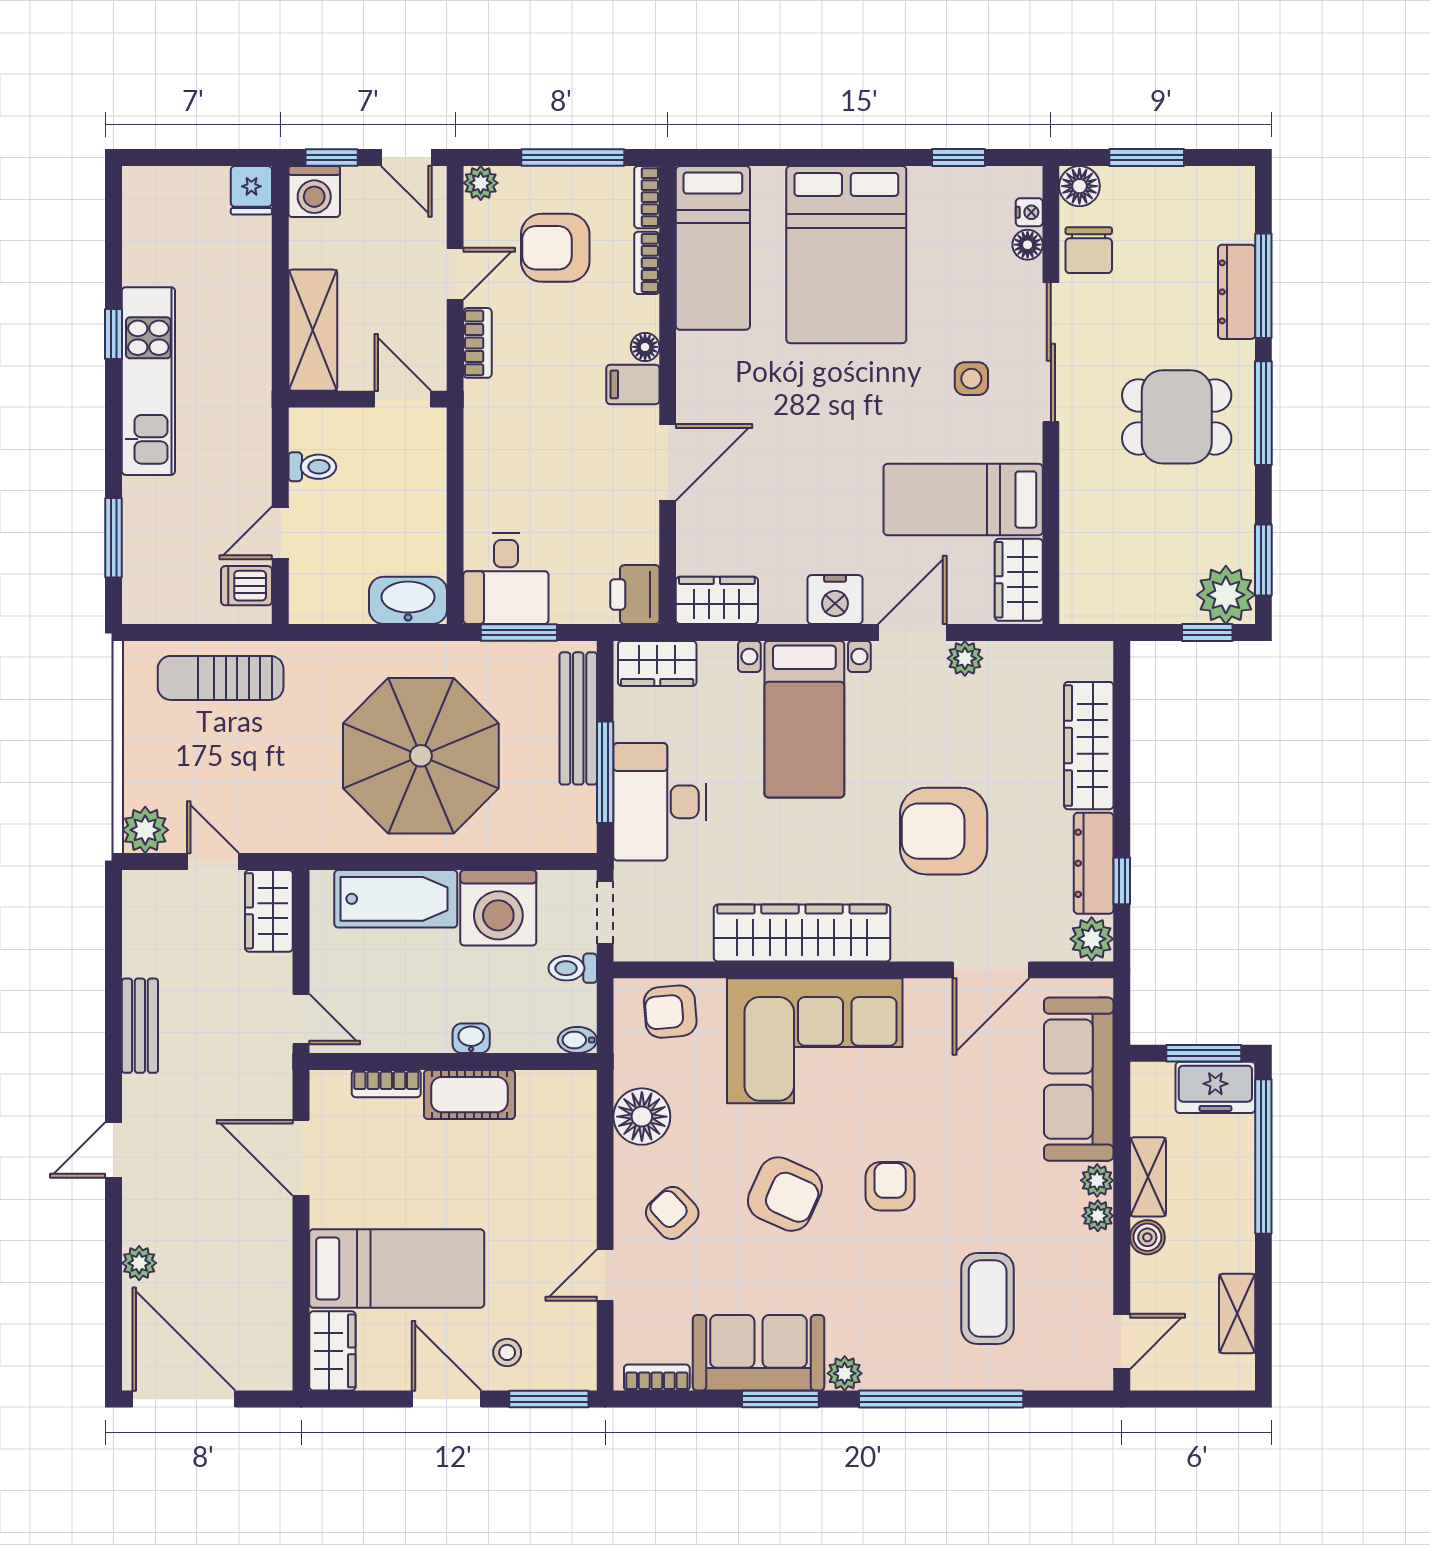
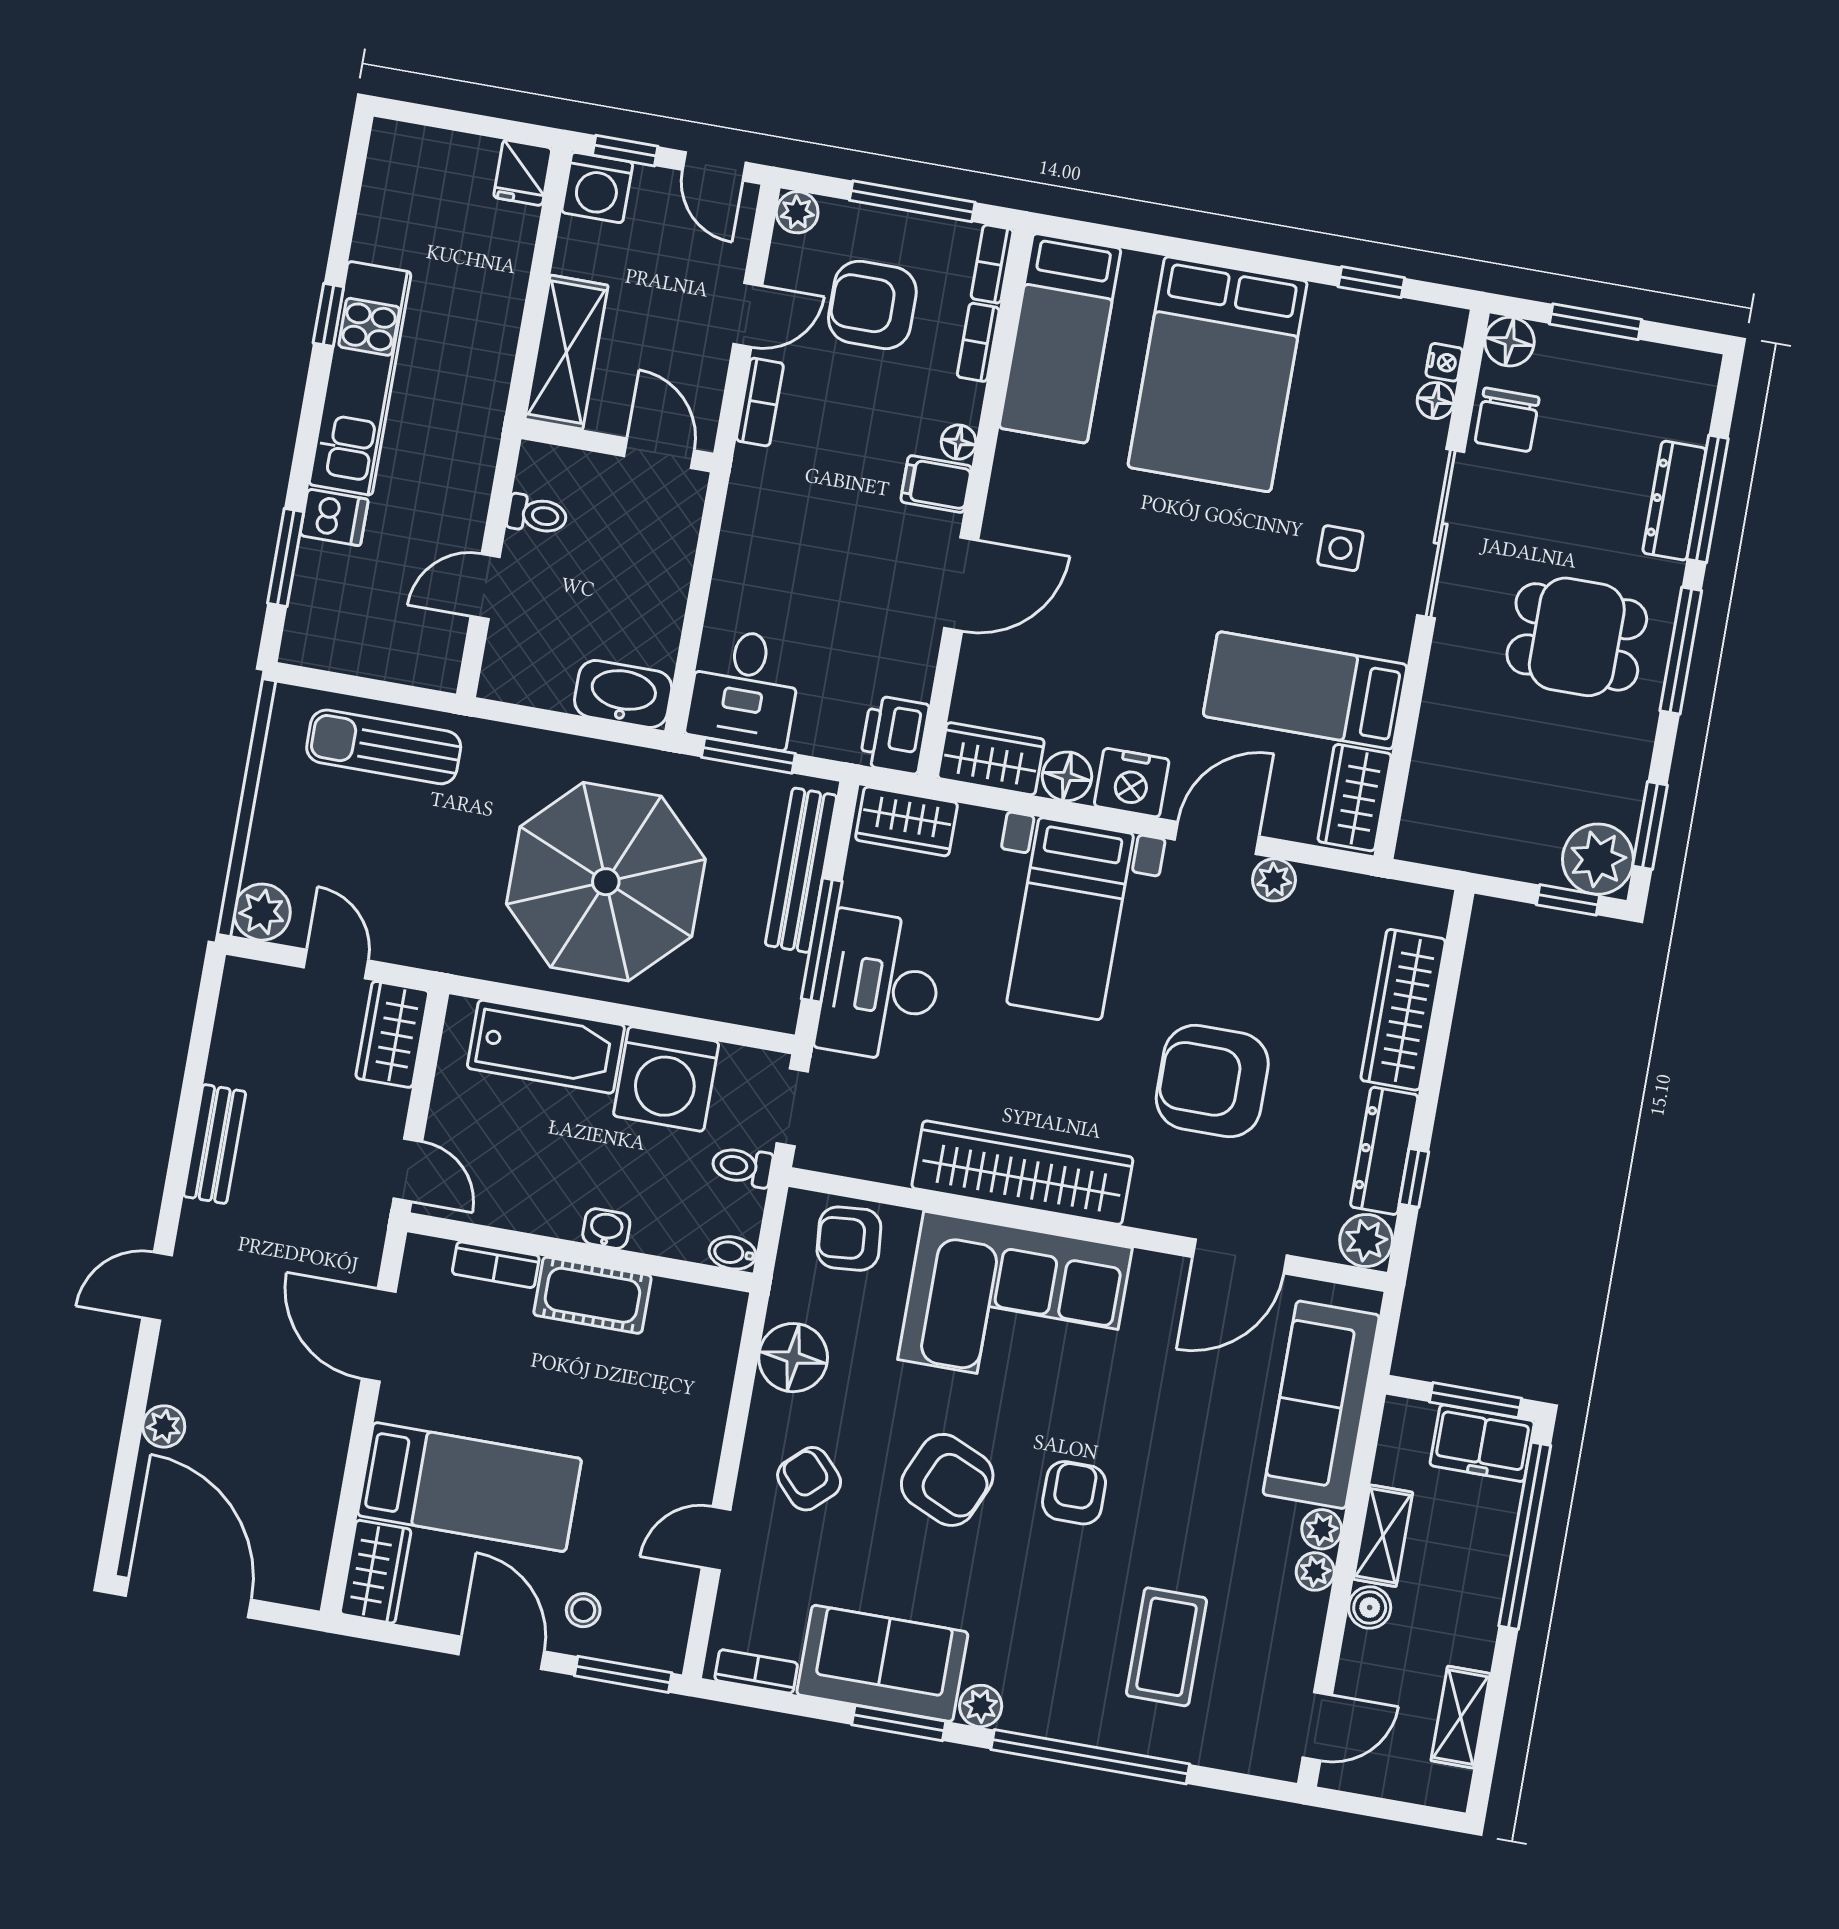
dishwasher: (246, 586) -> (334, 517), moved, turned 180
floor lamp: (781, 604) -> (1067, 776), added

